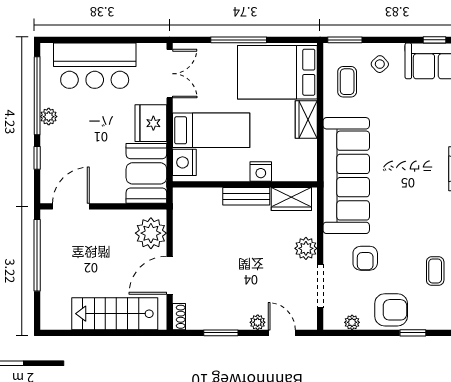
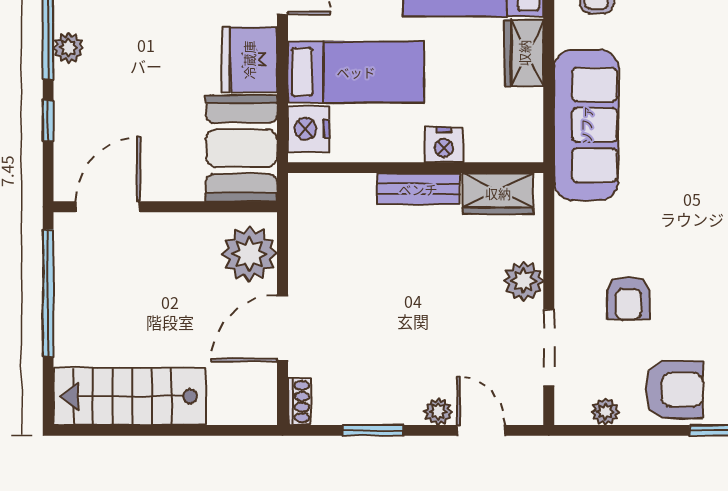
sofa: (346, 176) -> (586, 125), width x0.74, depth x0.79
stairs: (115, 314) -> (129, 396), moved

